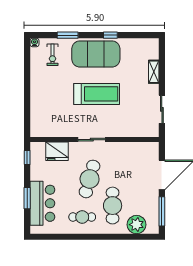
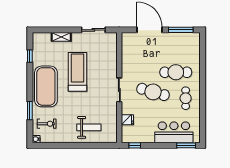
window: (110, 35) -> (30, 56), moved
treadmill: (97, 94) -> (77, 72), moved
weight bench: (48, 104) -> (89, 127), added
fridge: (57, 151) -> (127, 120), width x0.53, depth x0.75
window: (27, 198) -> (186, 145), moved
plant: (137, 225) -> (192, 52), removed

